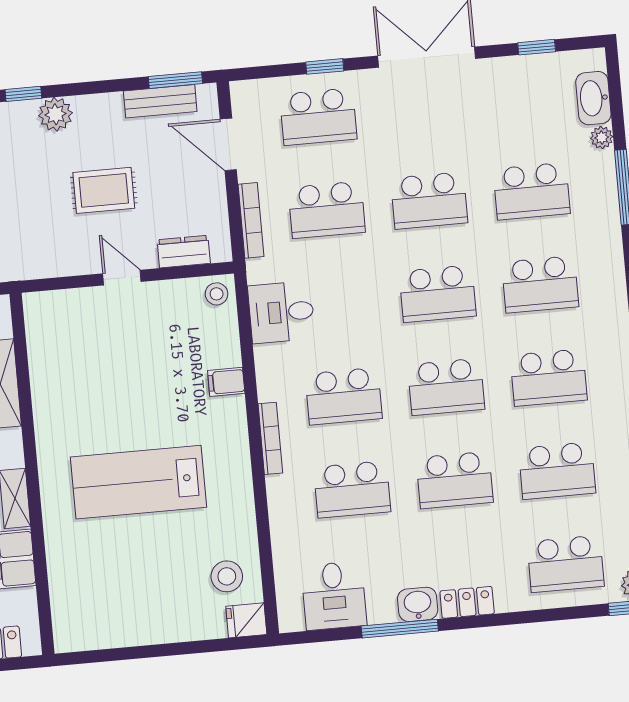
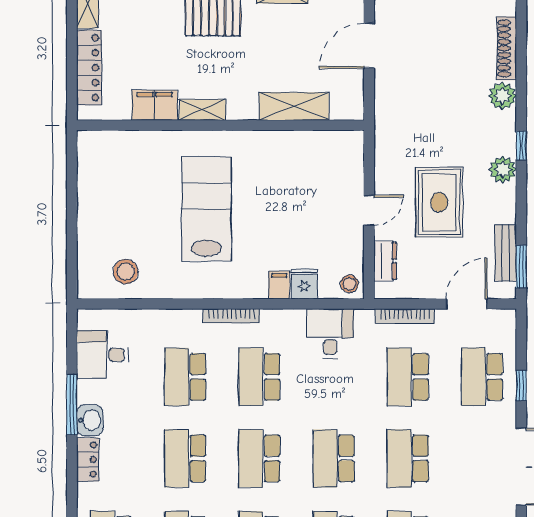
rug: (104, 190) -> (439, 202), width x1.36, depth x1.43
fridge: (246, 620) -> (304, 284), moved

